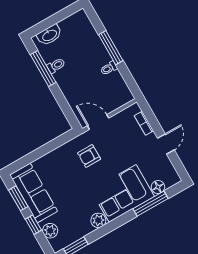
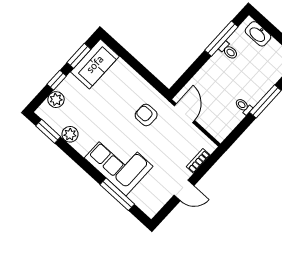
floor lamp: (158, 187) -> (137, 196), removed
sofa: (34, 193) -> (95, 64), width x0.73
plant: (98, 220) -> (70, 134), moved

